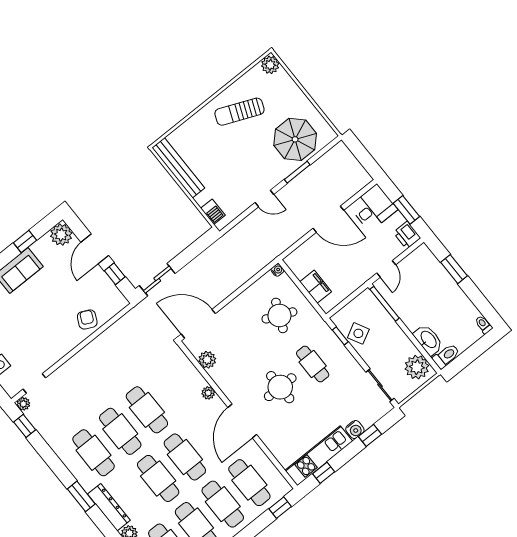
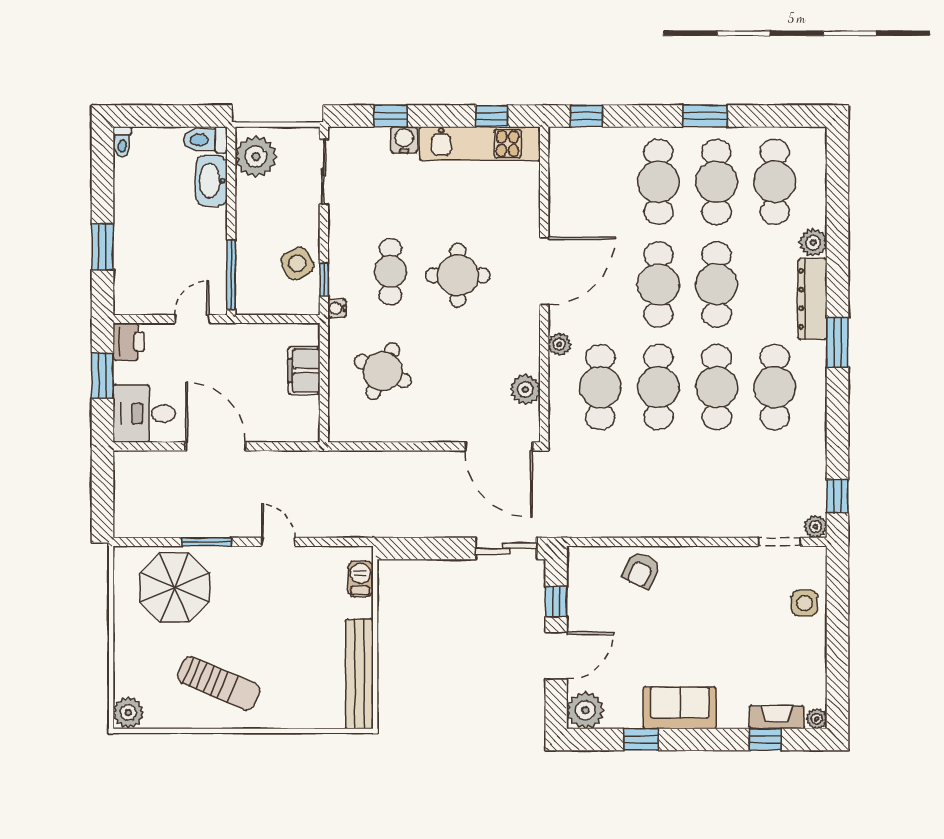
water cooler: (277, 270) -> (337, 308), moved
cafe table: (249, 483) -> (600, 387), moved

